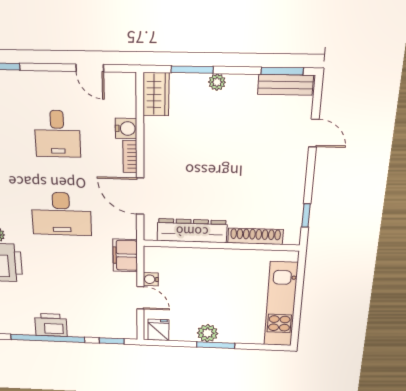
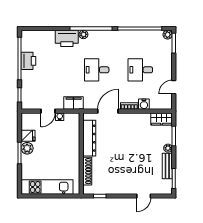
bench: (285, 85) -> (167, 166), moved
desk: (61, 214) -> (97, 70), width x0.73
fridge: (158, 330) -> (28, 136), moved

